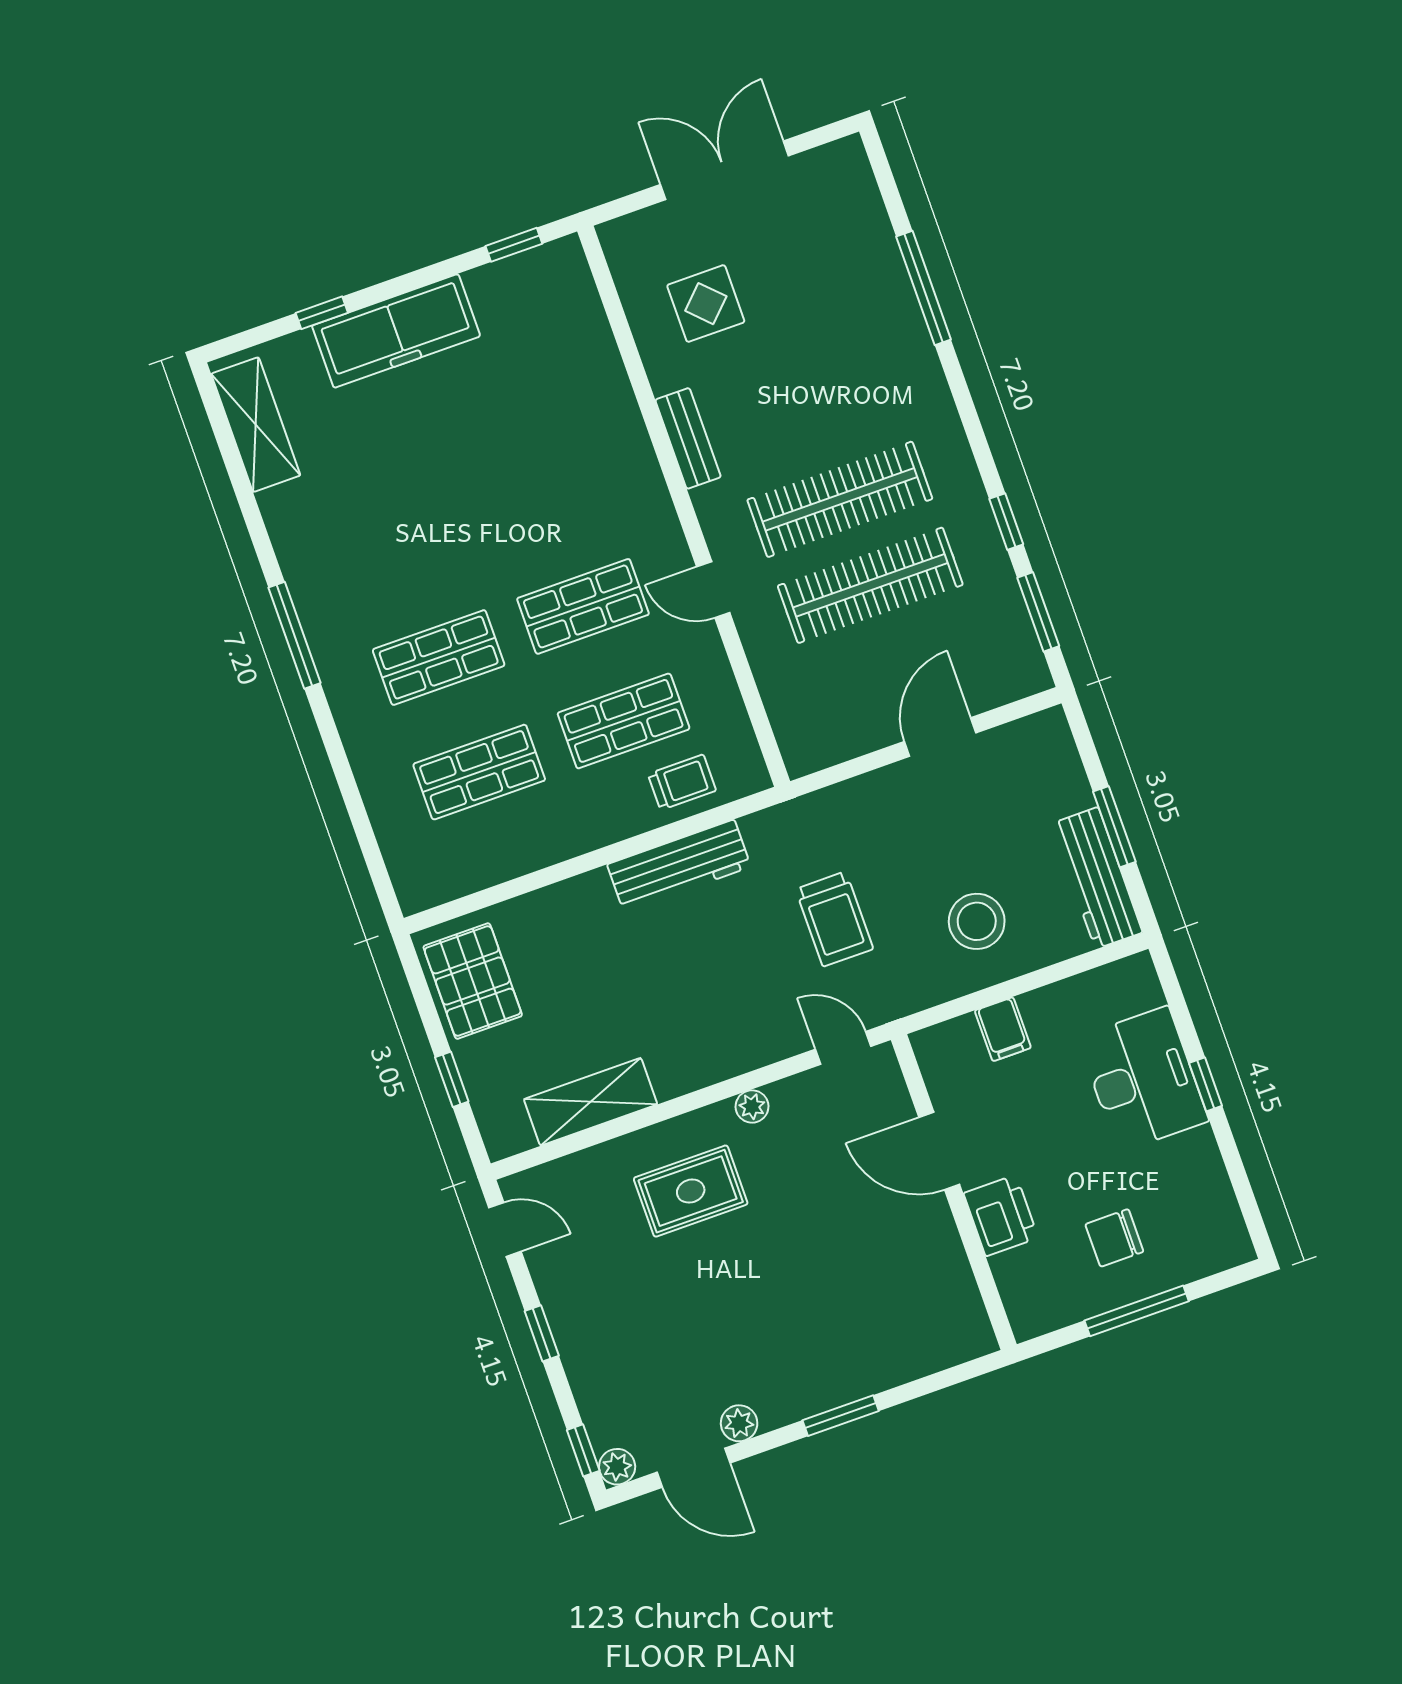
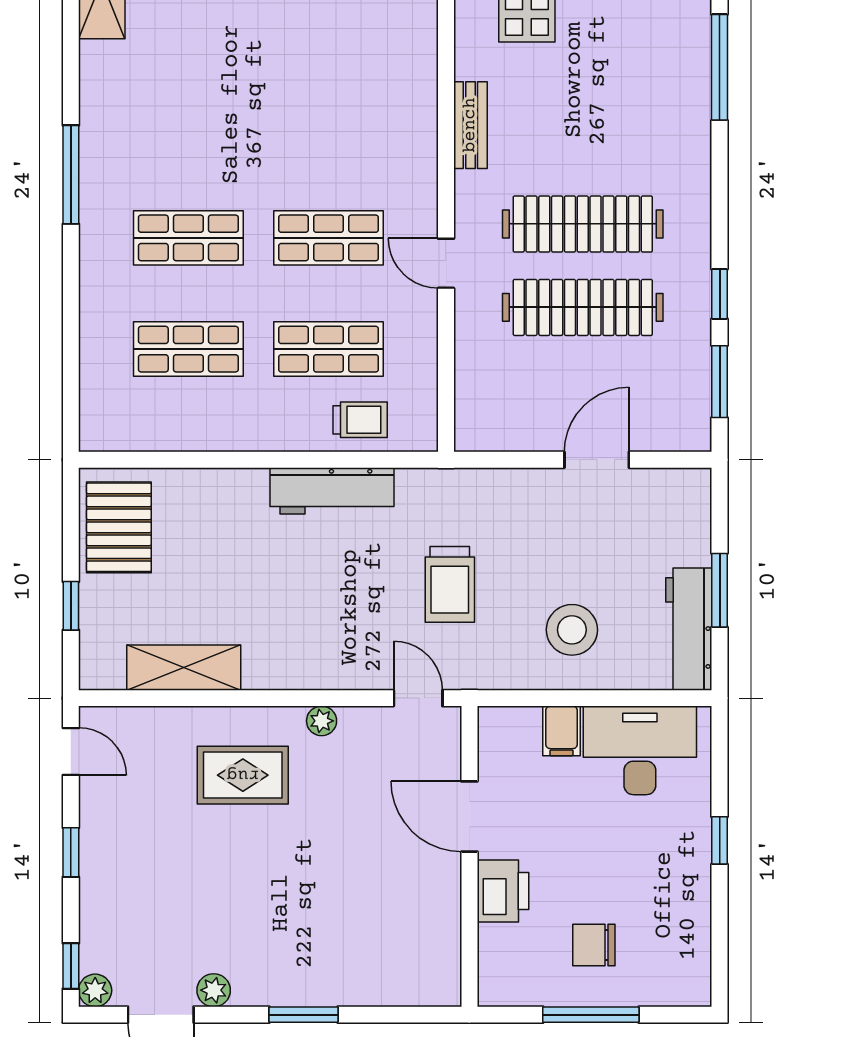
desk: (1143, 1079) -> (640, 750), moved, turned -90

